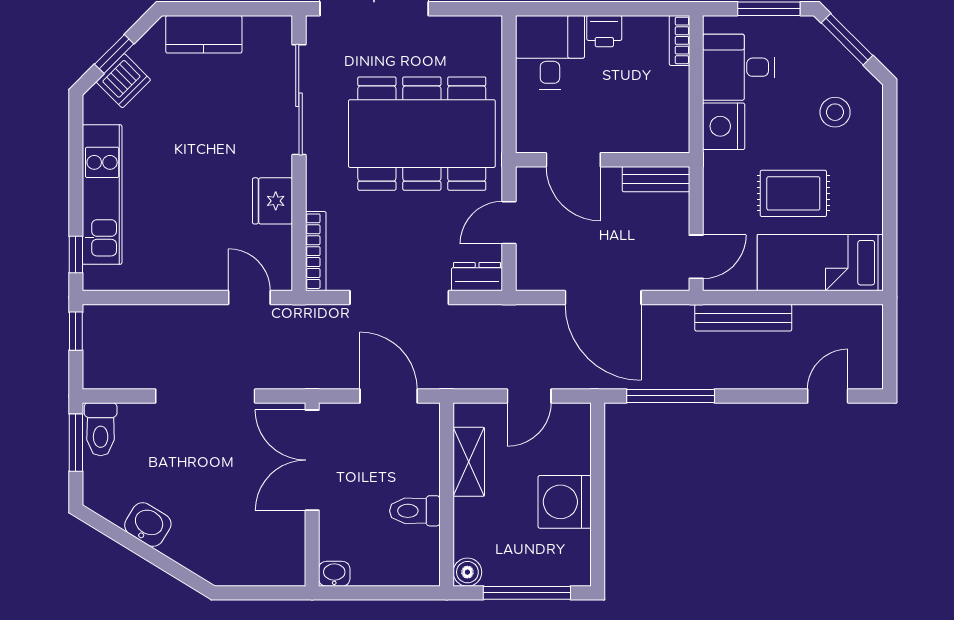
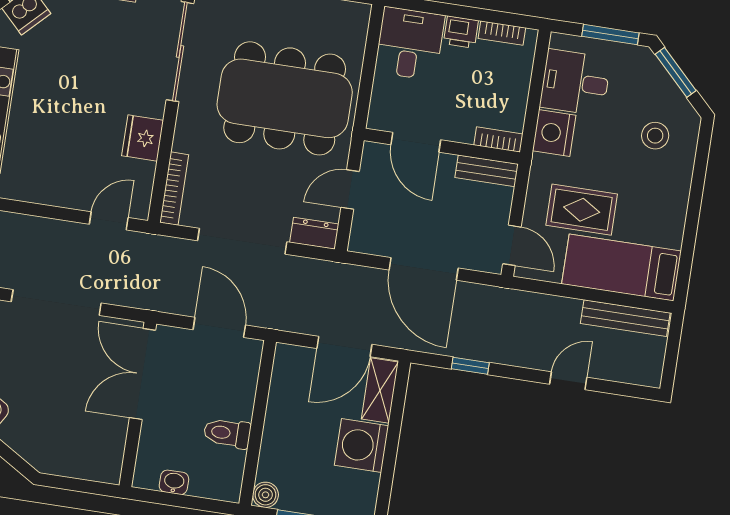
bookcase: (679, 40) -> (502, 33), moved, turned -90
bookcase: (664, 143) -> (498, 139), added
rug: (793, 193) -> (582, 210), moved
door: (696, 257) -> (512, 245), hinge flipped
door: (249, 298) -> (109, 221), hinge flipped
bench: (743, 318) -> (625, 318), moved
door: (529, 396) -> (344, 346), width x1.38
window: (671, 396) -> (470, 366), width x0.46
door: (828, 396) -> (568, 381), moved
shelving: (469, 462) -> (380, 390), moved
washbasin: (334, 574) -> (174, 482), moved

